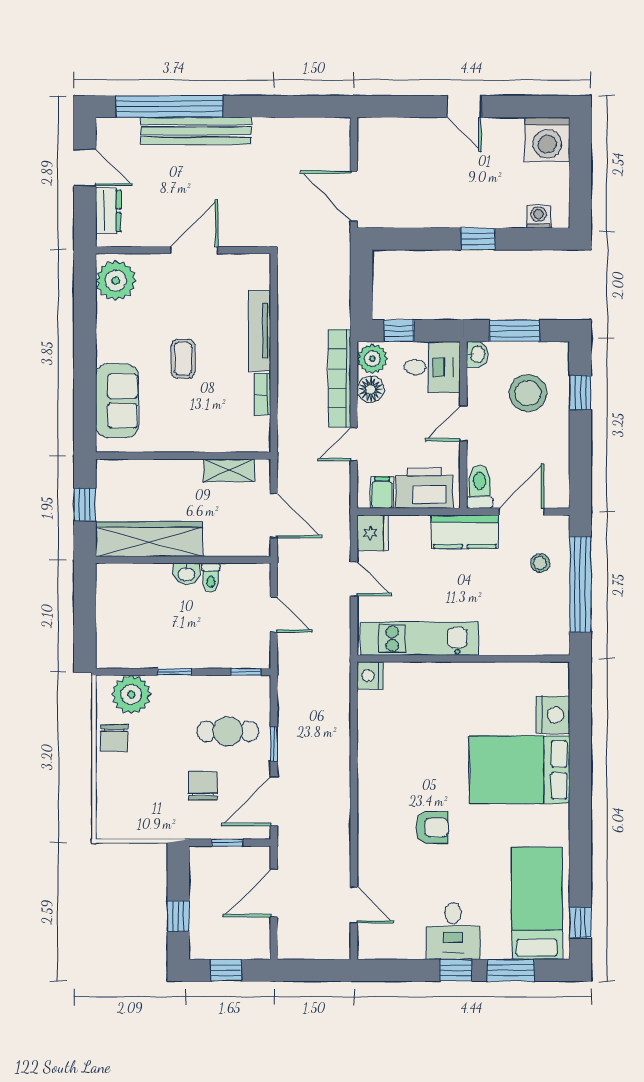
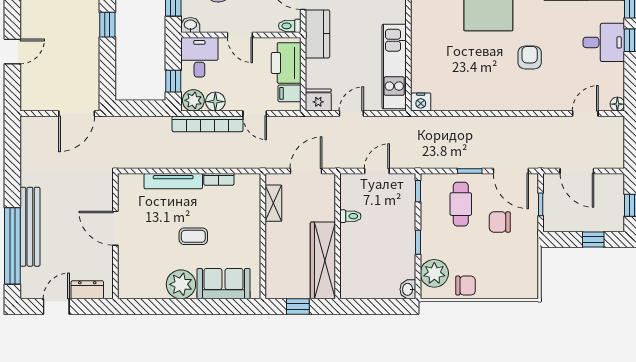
door: (464, 106) -> (12, 52), moved
plant: (116, 281) -> (181, 284), moved
toilet: (480, 487) -> (290, 26), width x0.73, depth x0.72
washbasin: (186, 574) -> (408, 289), moved, turned 180
floor lamp: (367, 950) -> (617, 104), added

